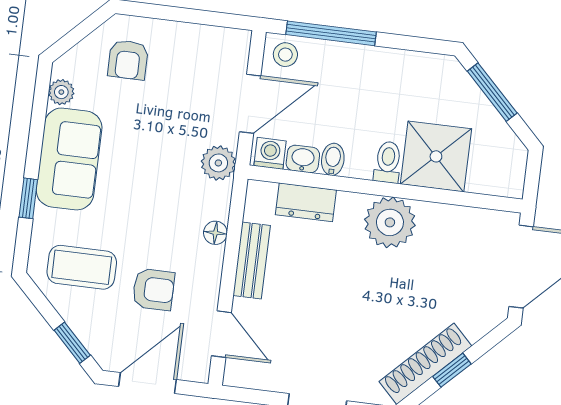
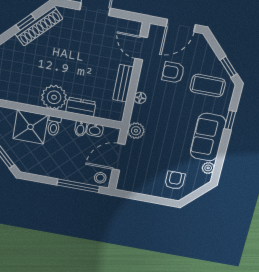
washing machine: (270, 153) -> (111, 134), removed
dresser: (306, 202) -> (81, 107), moved
window: (72, 343) -> (228, 67), moved

